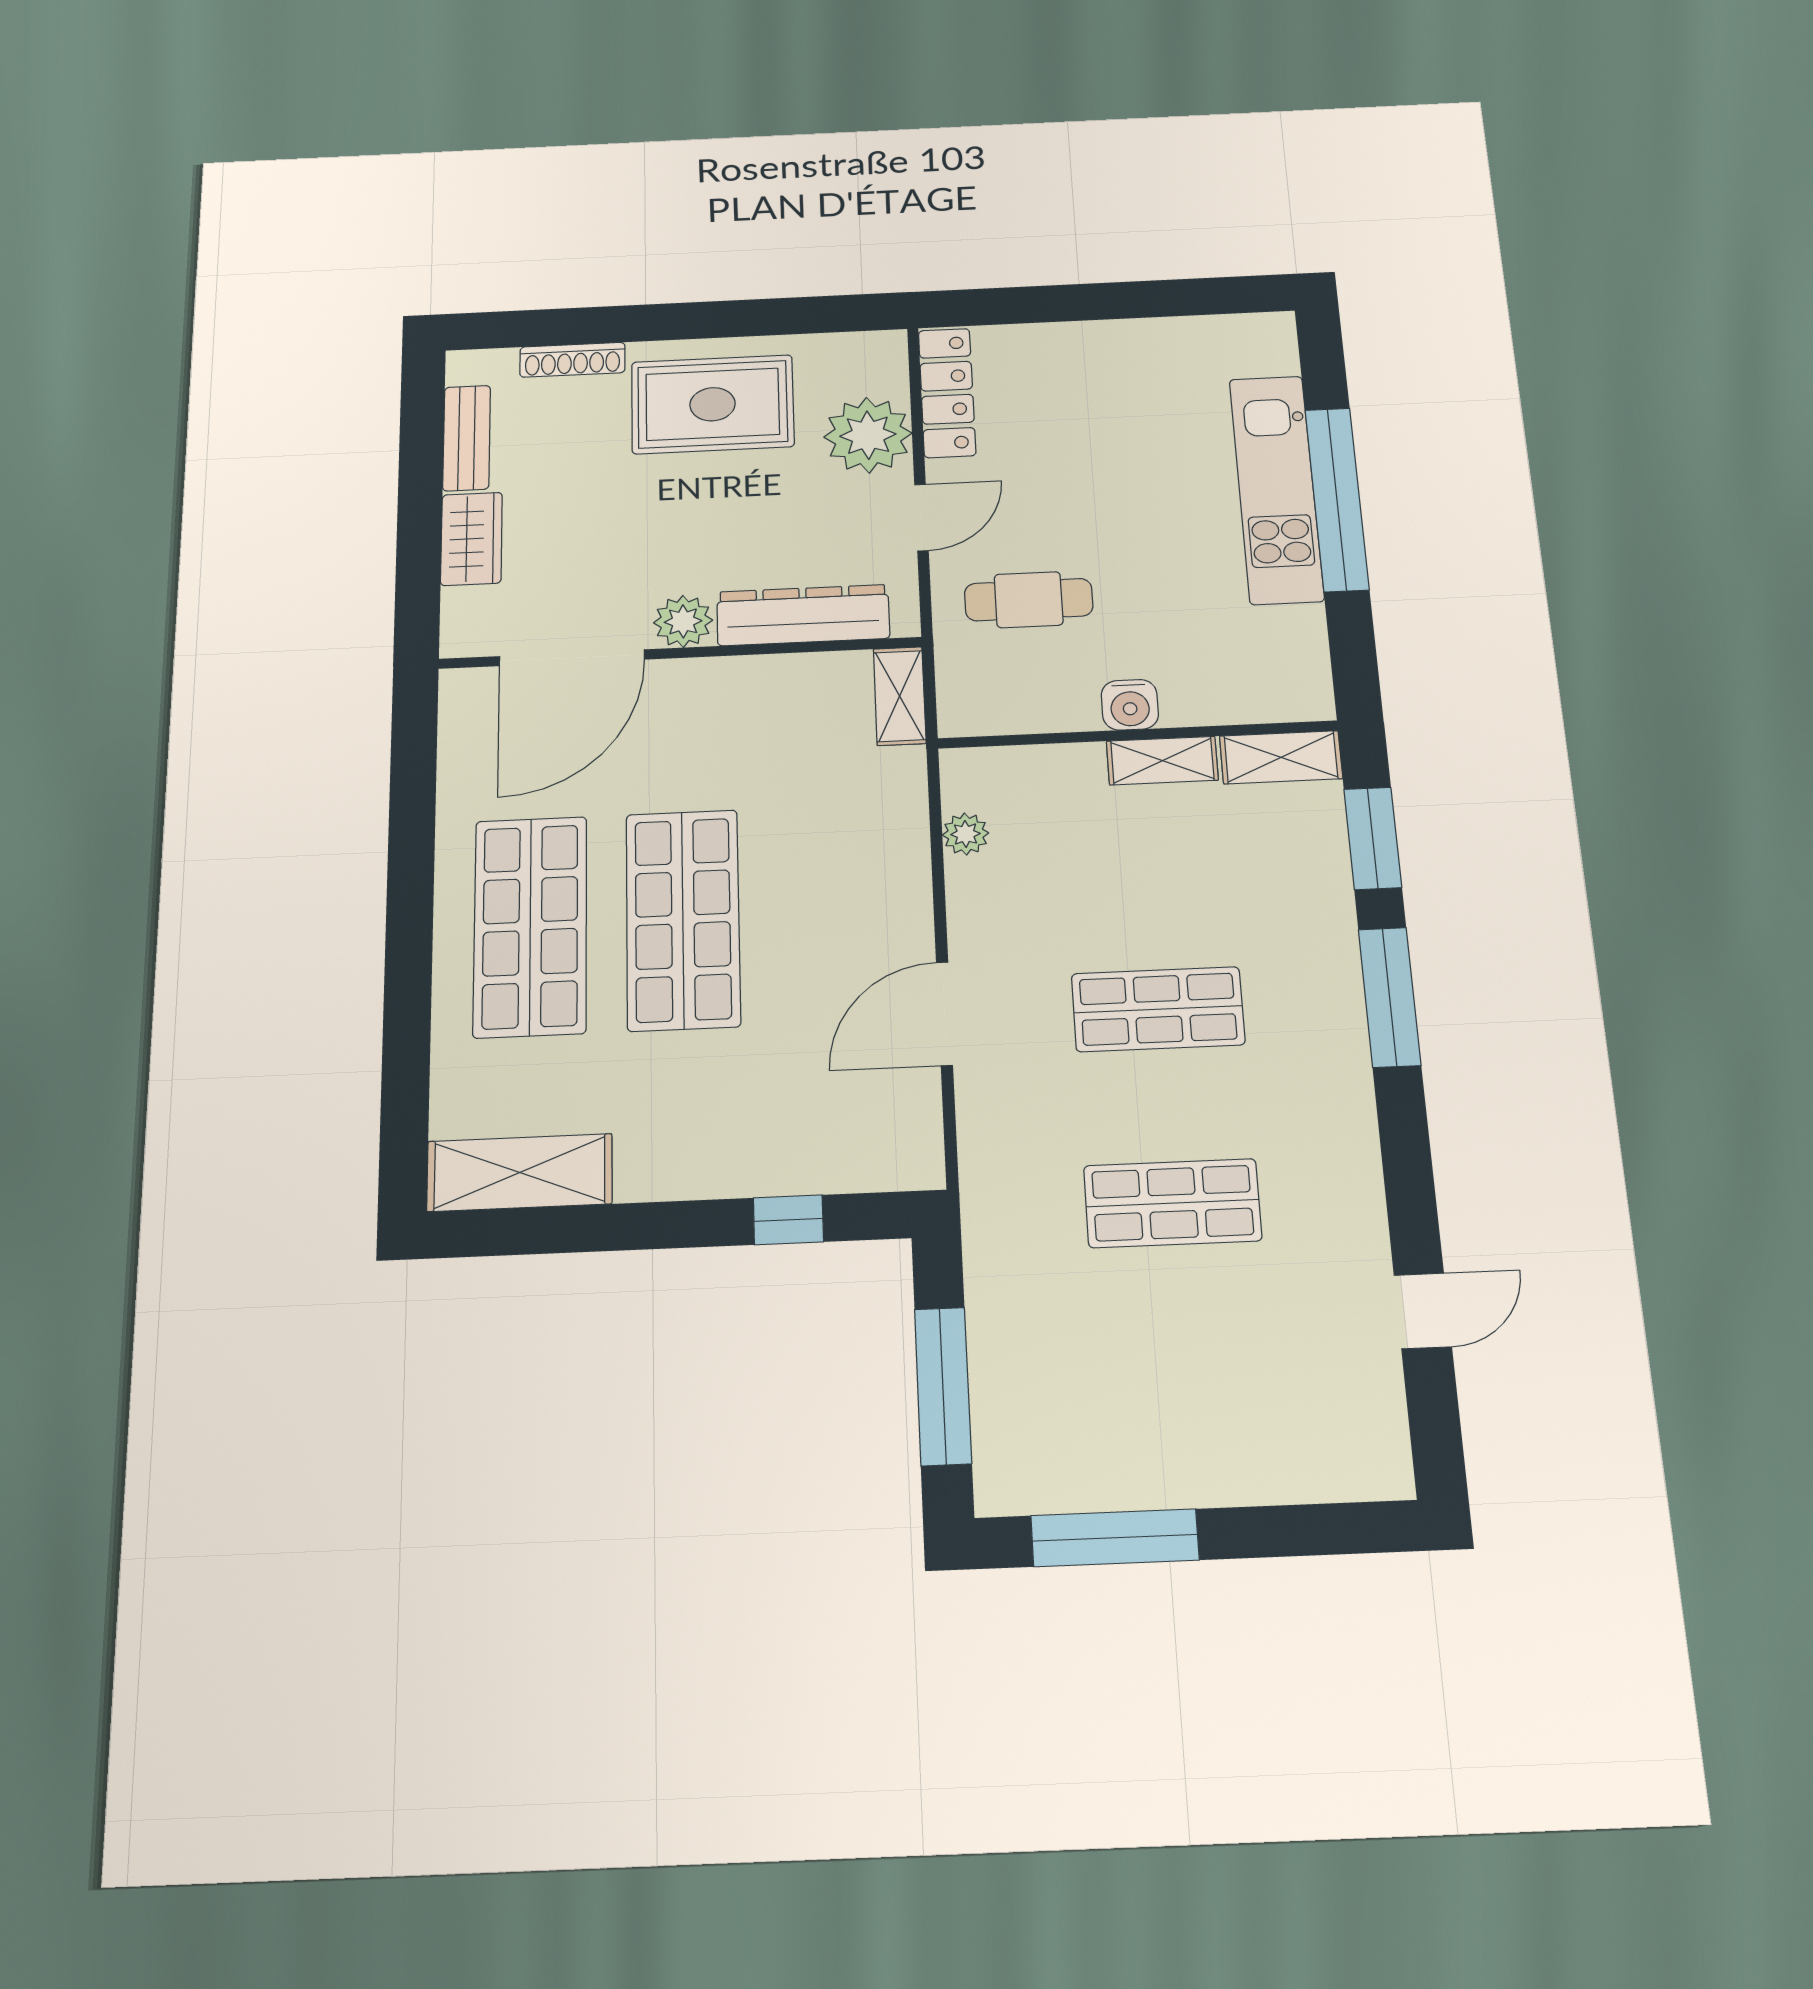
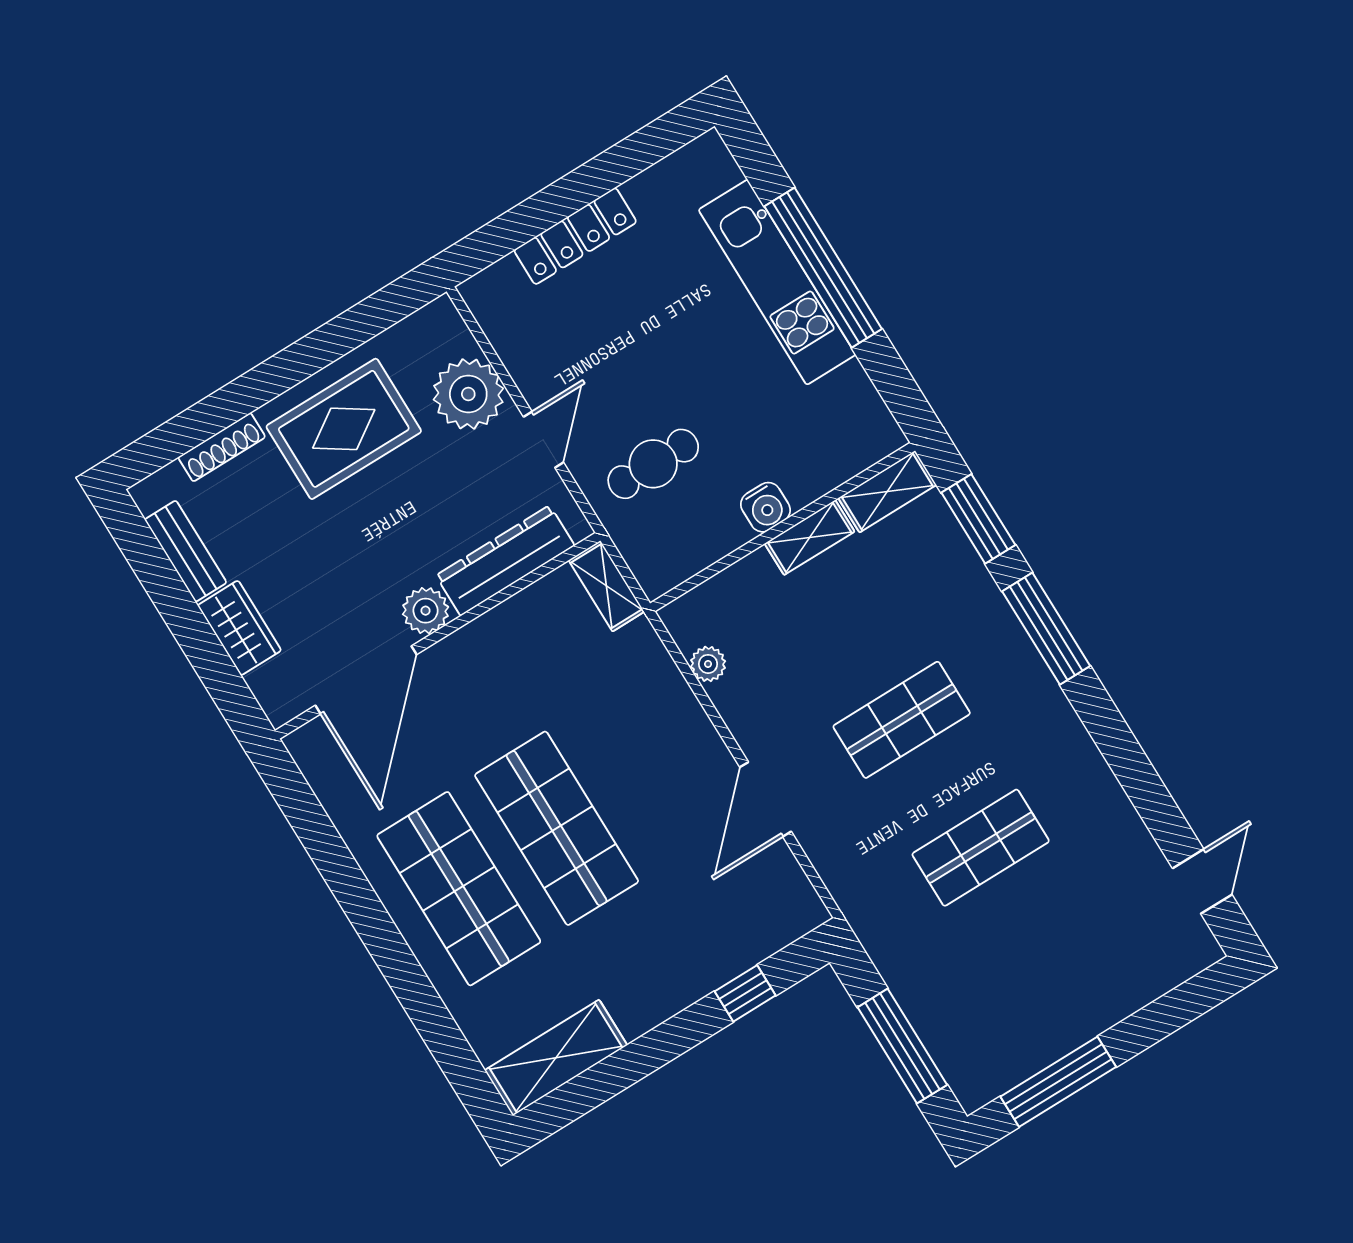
locker: (947, 393) -> (575, 236), moved, turned 90
door: (1423, 1311) -> (1202, 881), moved

